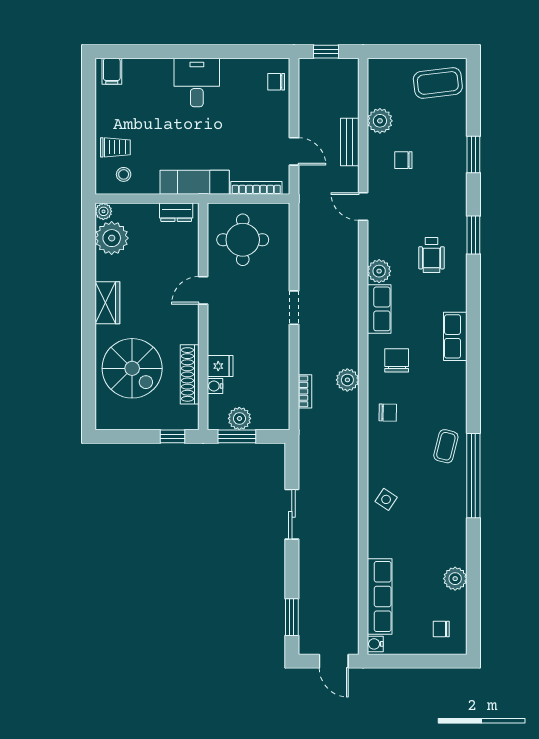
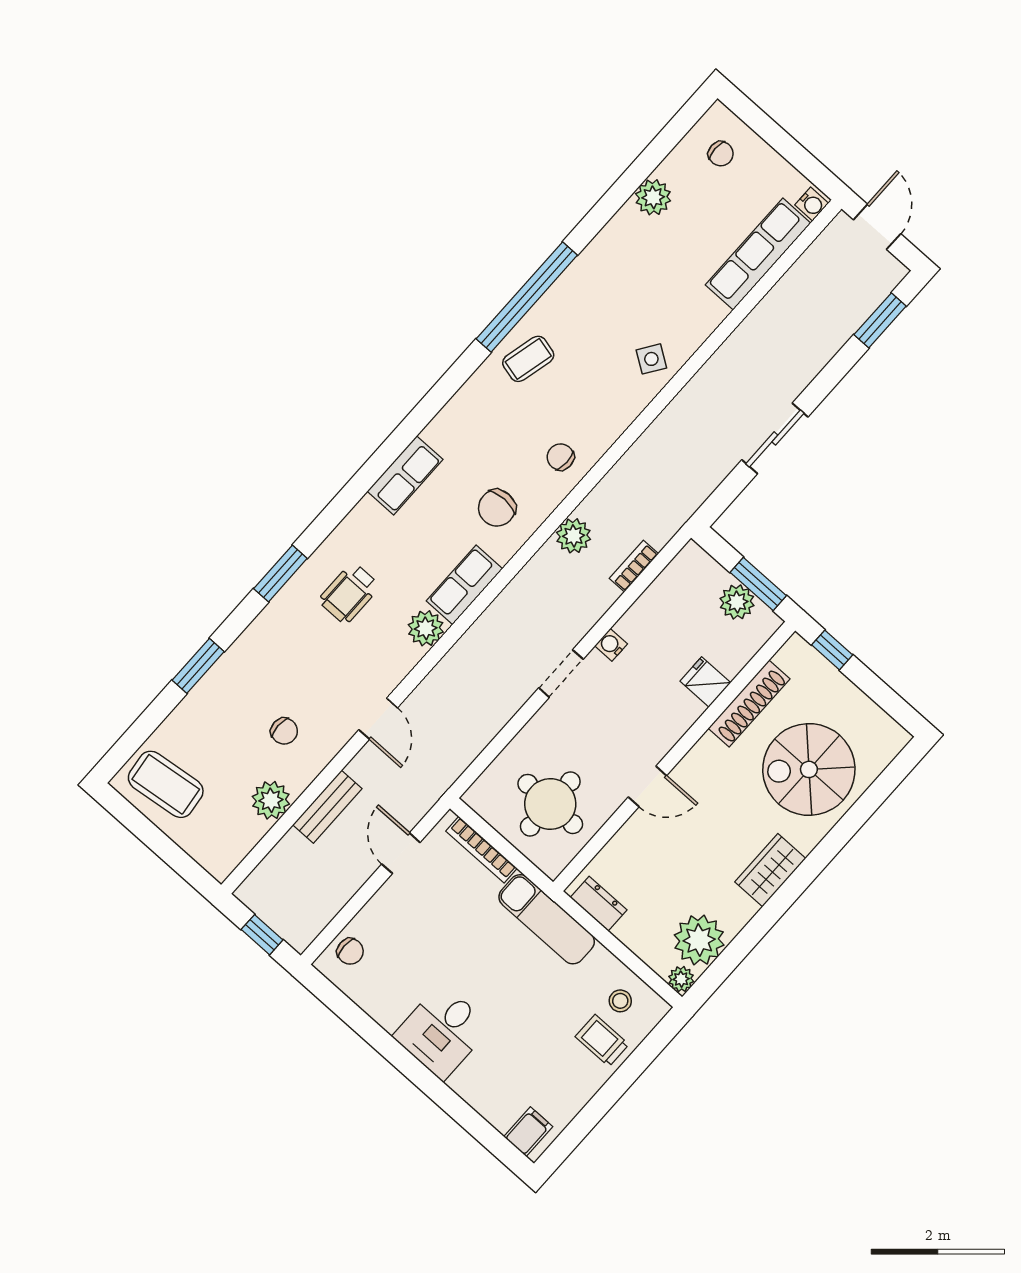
wheelchair: (431, 255) -> (349, 593), turned 180
spiral stairs: (132, 368) -> (809, 769), turned -90
water cooler: (215, 386) -> (611, 645), moved, turned 180

